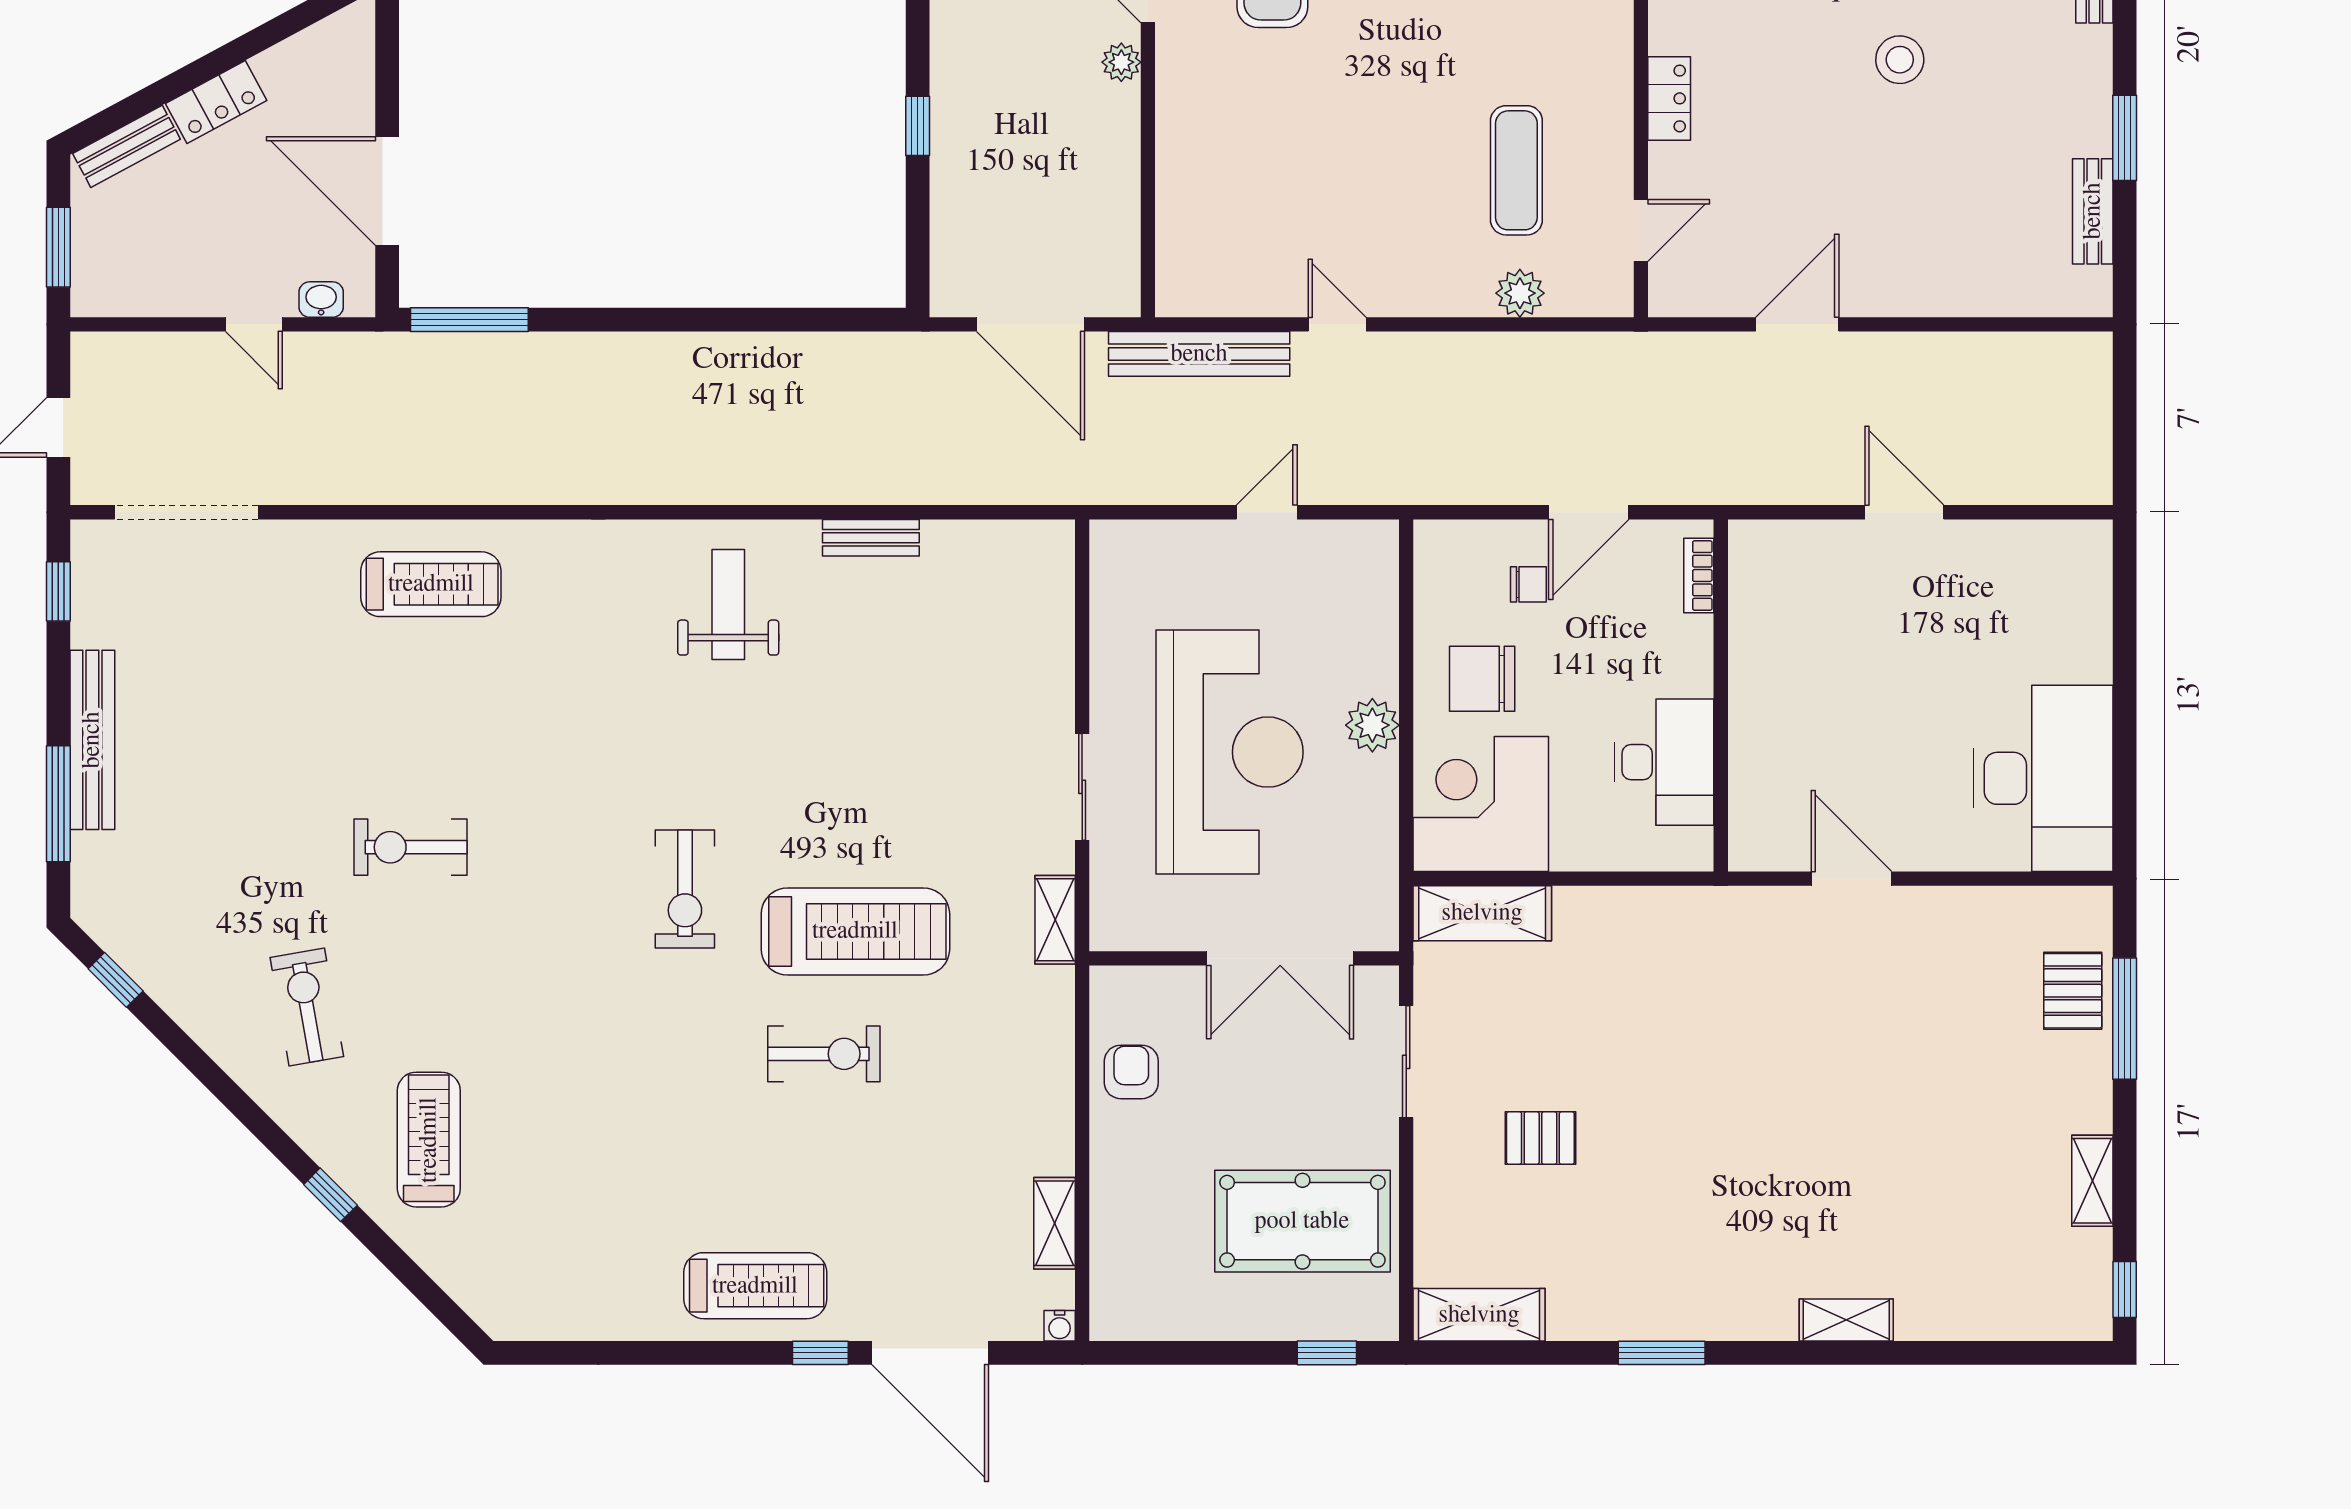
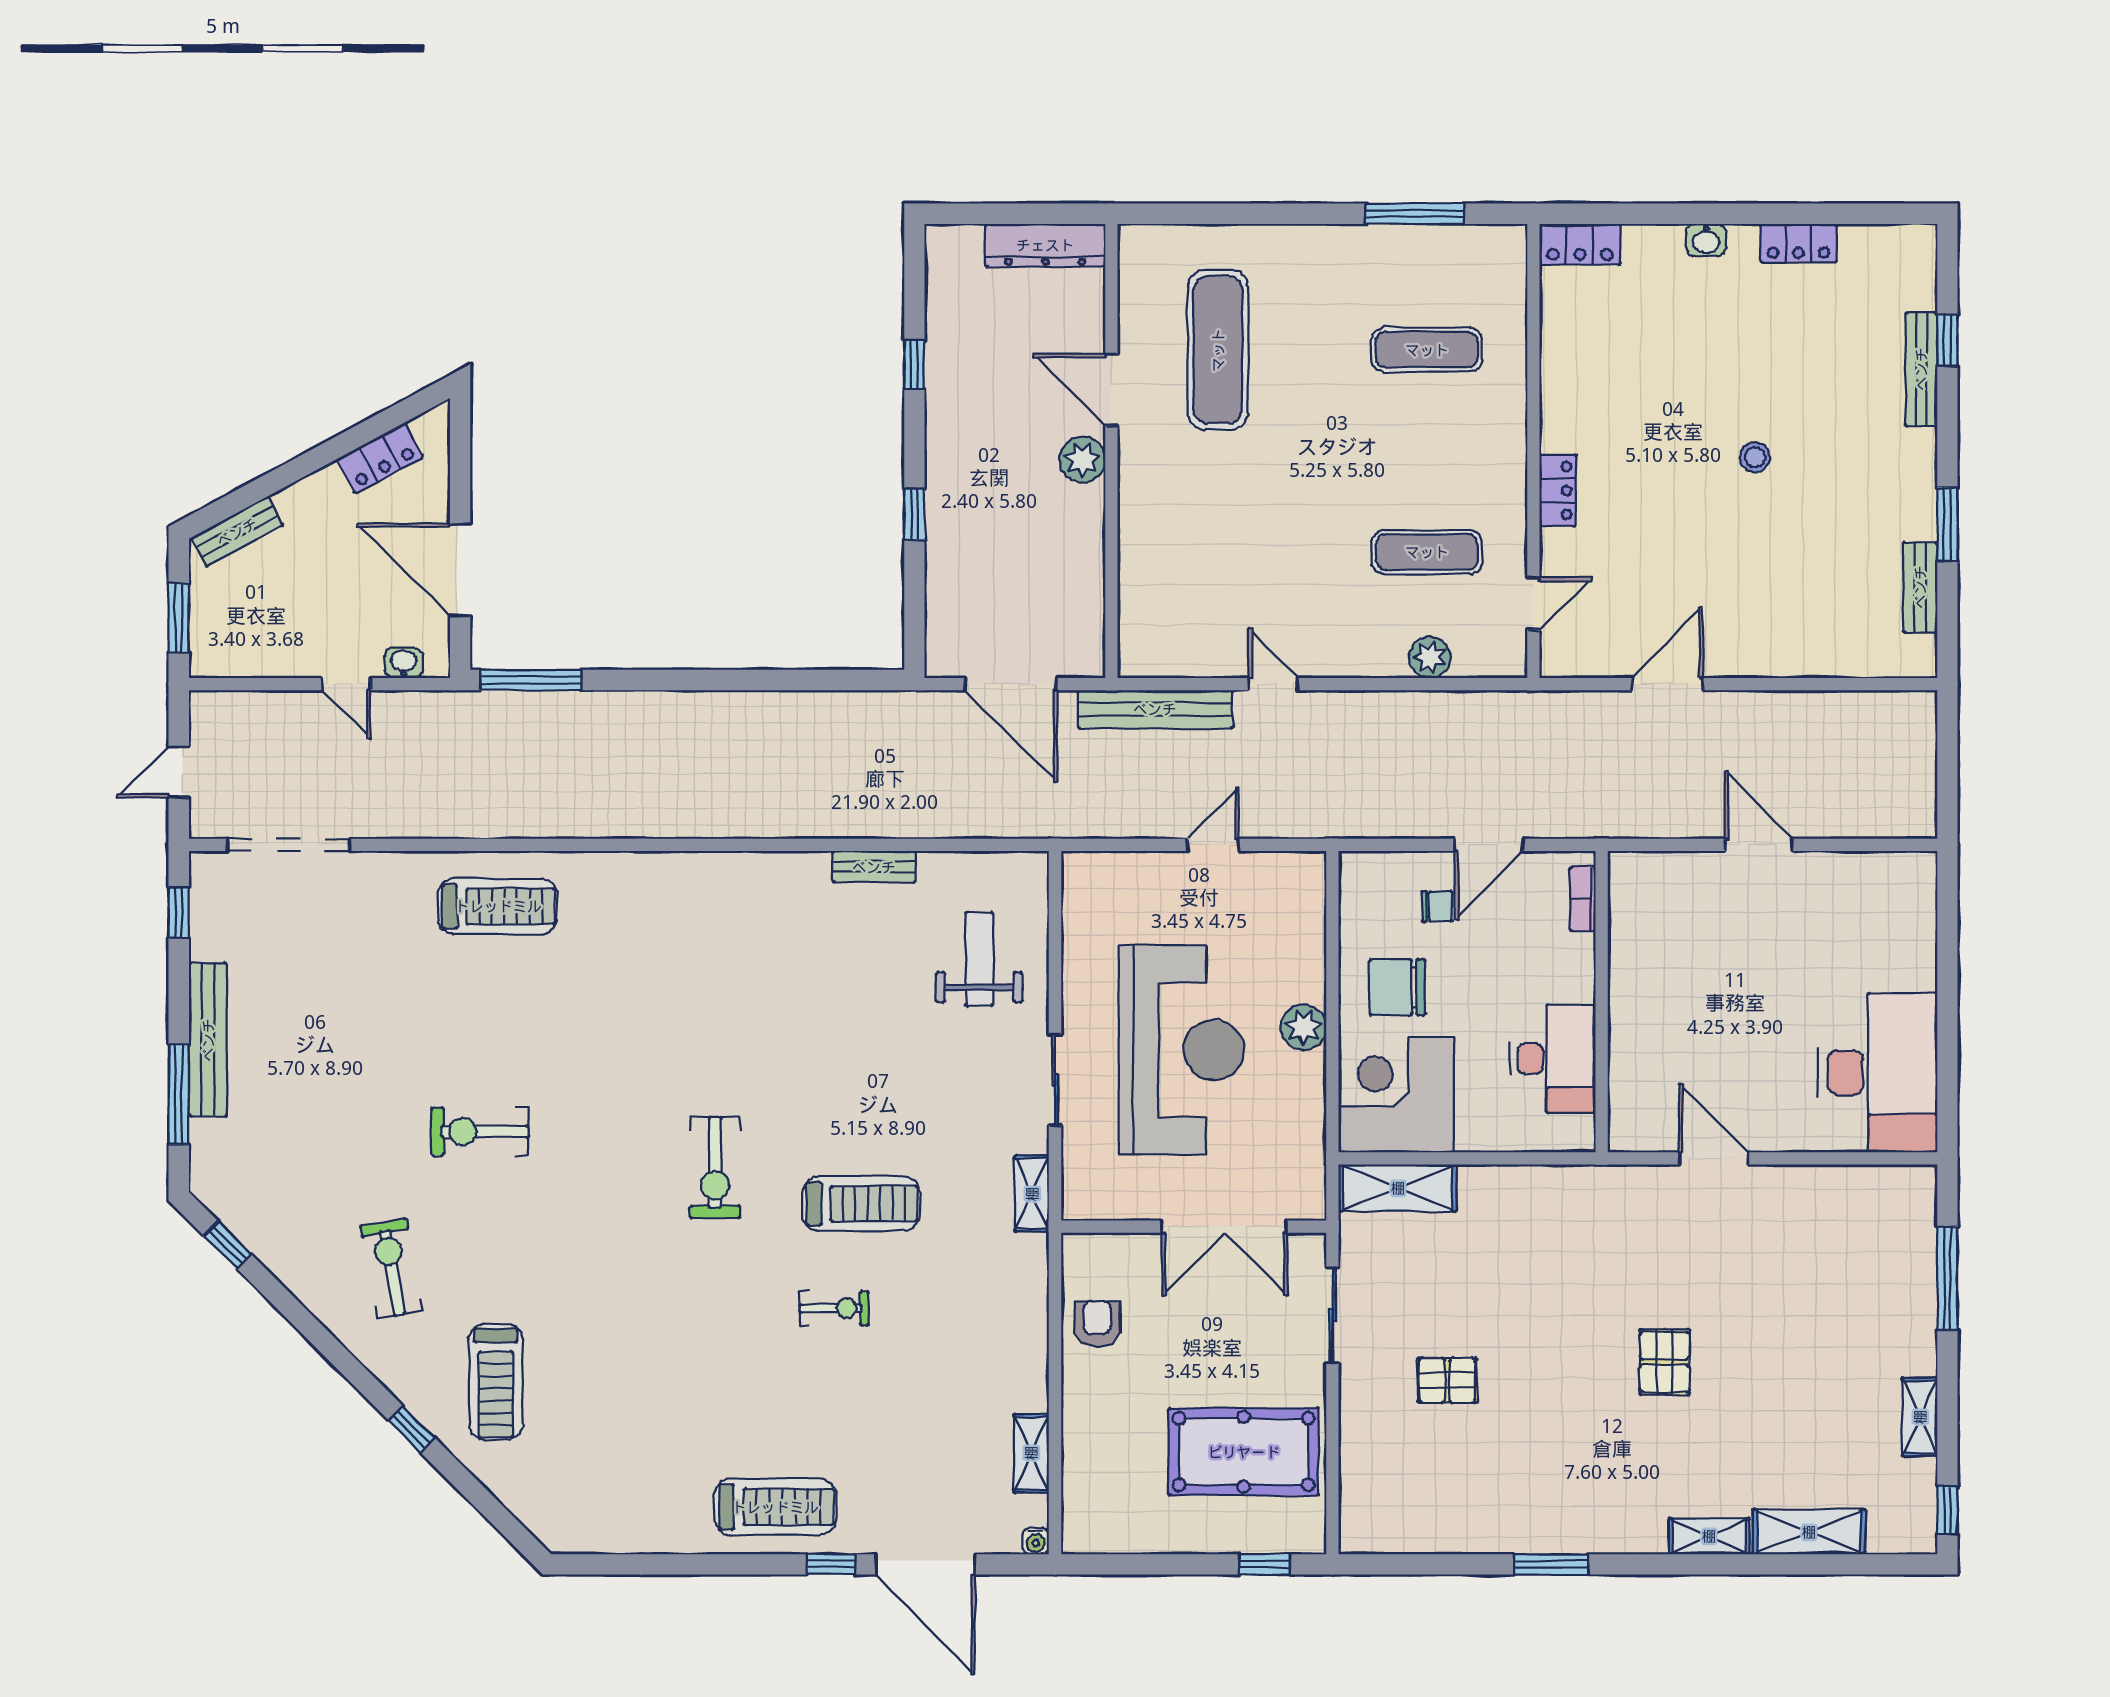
stool: (1900, 60) -> (1755, 457), width x0.73, depth x0.73
plant: (1121, 62) -> (1082, 460), width x1.38, depth x1.38
locker: (216, 102) -> (380, 458), moved
exercise mat: (1516, 170) -> (1427, 552), turned 90
weight bench: (728, 605) -> (979, 959), moved
treadmill: (855, 931) -> (861, 1204), width x0.73, depth x0.73
pallet: (2073, 991) -> (1665, 1362), moved
exercise bike: (824, 1054) -> (834, 1308), width x0.73, depth x0.72
treadmill: (429, 1140) -> (496, 1382), turned 180
shelving: (1479, 1315) -> (1809, 1532), moved

